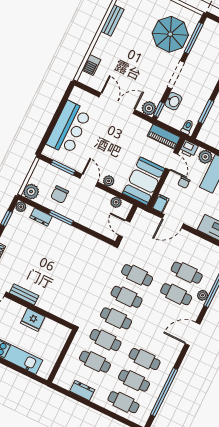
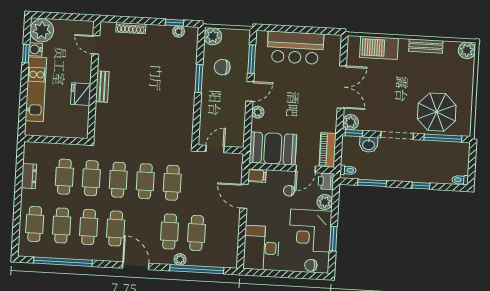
barbecue: (91, 65) -> (379, 48), width x1.88, depth x1.53
plant: (116, 202) -> (239, 129), removed
plant: (21, 207) -> (179, 32), moved
dresser: (41, 217) -> (191, 58), removed
bench: (24, 294) -> (102, 87), moved
cafe table: (155, 337) -> (116, 229), added

